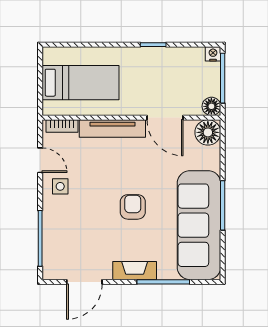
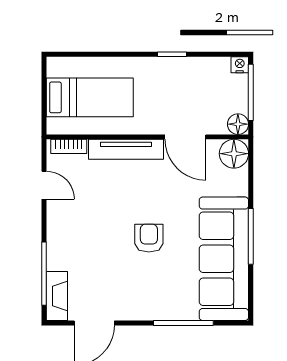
side table: (60, 186) -> (67, 215), removed
fireplace: (135, 271) -> (57, 296), moved, turned 90

